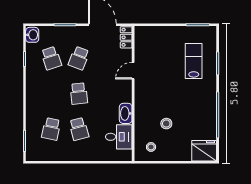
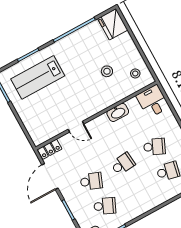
school desk: (51, 58) -> (105, 206), turned 42
lab bench: (194, 61) -> (38, 77), width x1.36, depth x1.39
school desk: (79, 129) -> (154, 147), turned 39
desk: (119, 137) -> (153, 101), moved

